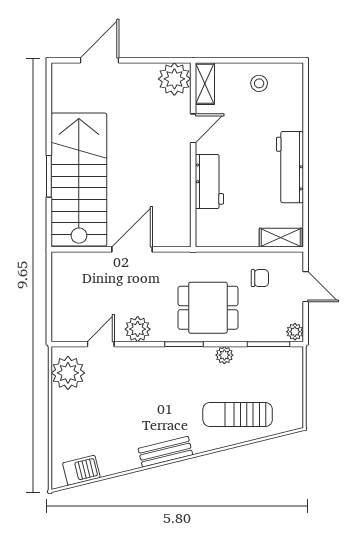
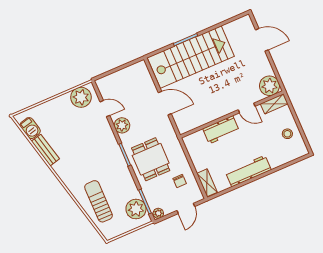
plant: (224, 355) -> (136, 209), moved, width x1.88, depth x1.88
bench: (165, 452) -> (45, 150), moved

